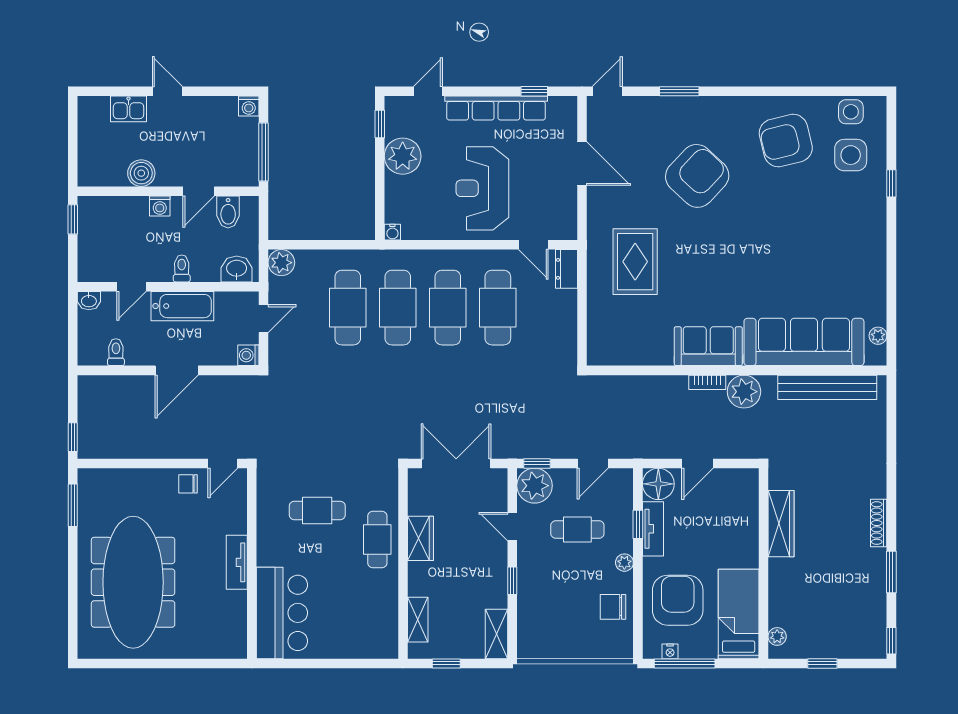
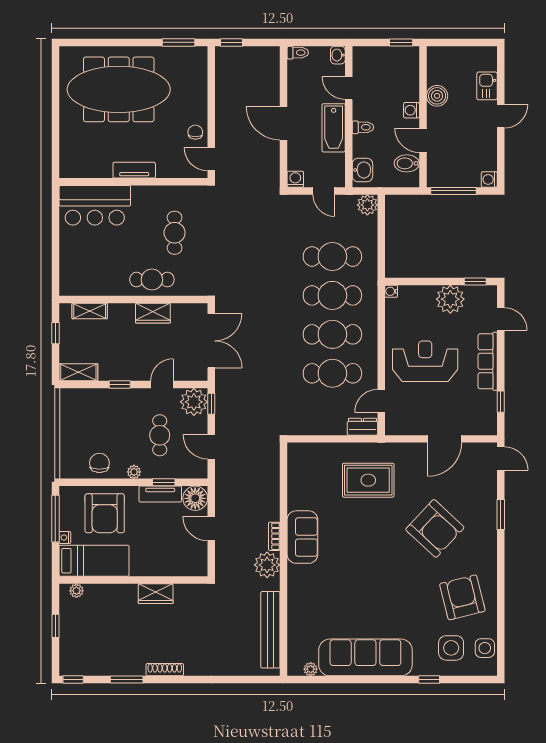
row of seats: (496, 108) -> (488, 361), width x0.73
sofa: (804, 342) -> (365, 657), moved, turned -90
toilet: (116, 352) -> (298, 53), moved
wardrobe: (781, 524) -> (156, 594), width x0.67
armchair: (678, 600) -> (105, 513), turned 90
nightstand: (670, 651) -> (65, 537), moved

